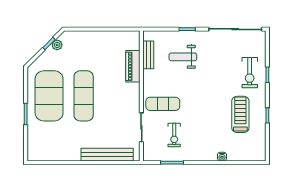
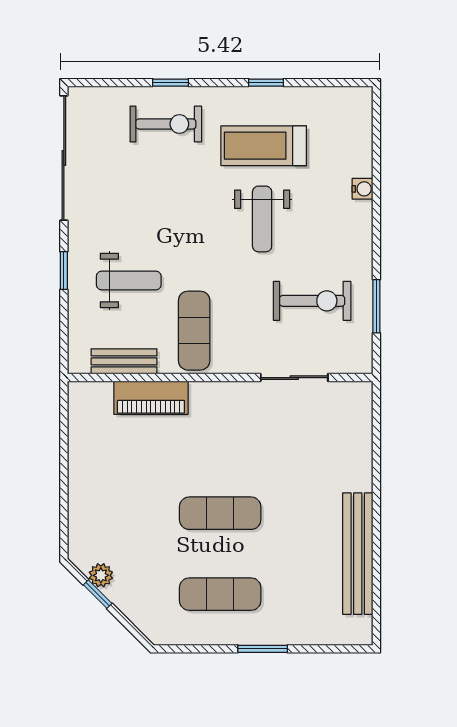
weight bench: (183, 57) -> (129, 280), turned -90
exercise mat: (49, 96) -> (220, 594), width x0.50, depth x0.69
exercise mat: (84, 96) -> (220, 513), width x0.73, depth x0.69
exercise mat: (163, 104) -> (194, 331), moved
weight bench: (209, 114) -> (262, 219), added
exercise bike: (174, 135) -> (312, 301), width x1.38, depth x1.39
bench: (107, 155) -> (358, 554), moved

